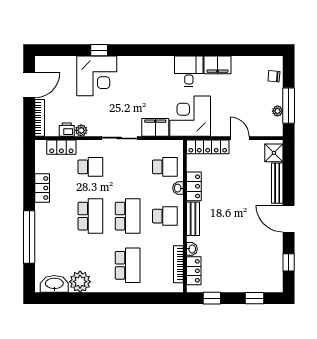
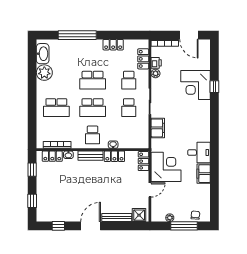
window: (289, 106) -> (184, 226), moved
corner desk: (190, 116) -> (166, 167), moved
locker: (208, 147) -> (143, 161), width x0.66
school desk: (165, 167) -> (129, 108), moved

